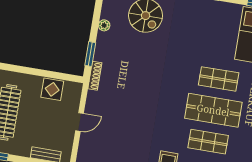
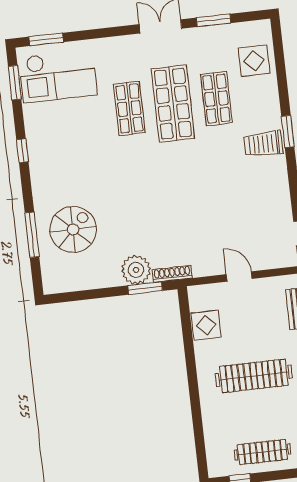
plant: (104, 25) -> (136, 270), moved, width x1.87, depth x1.87

